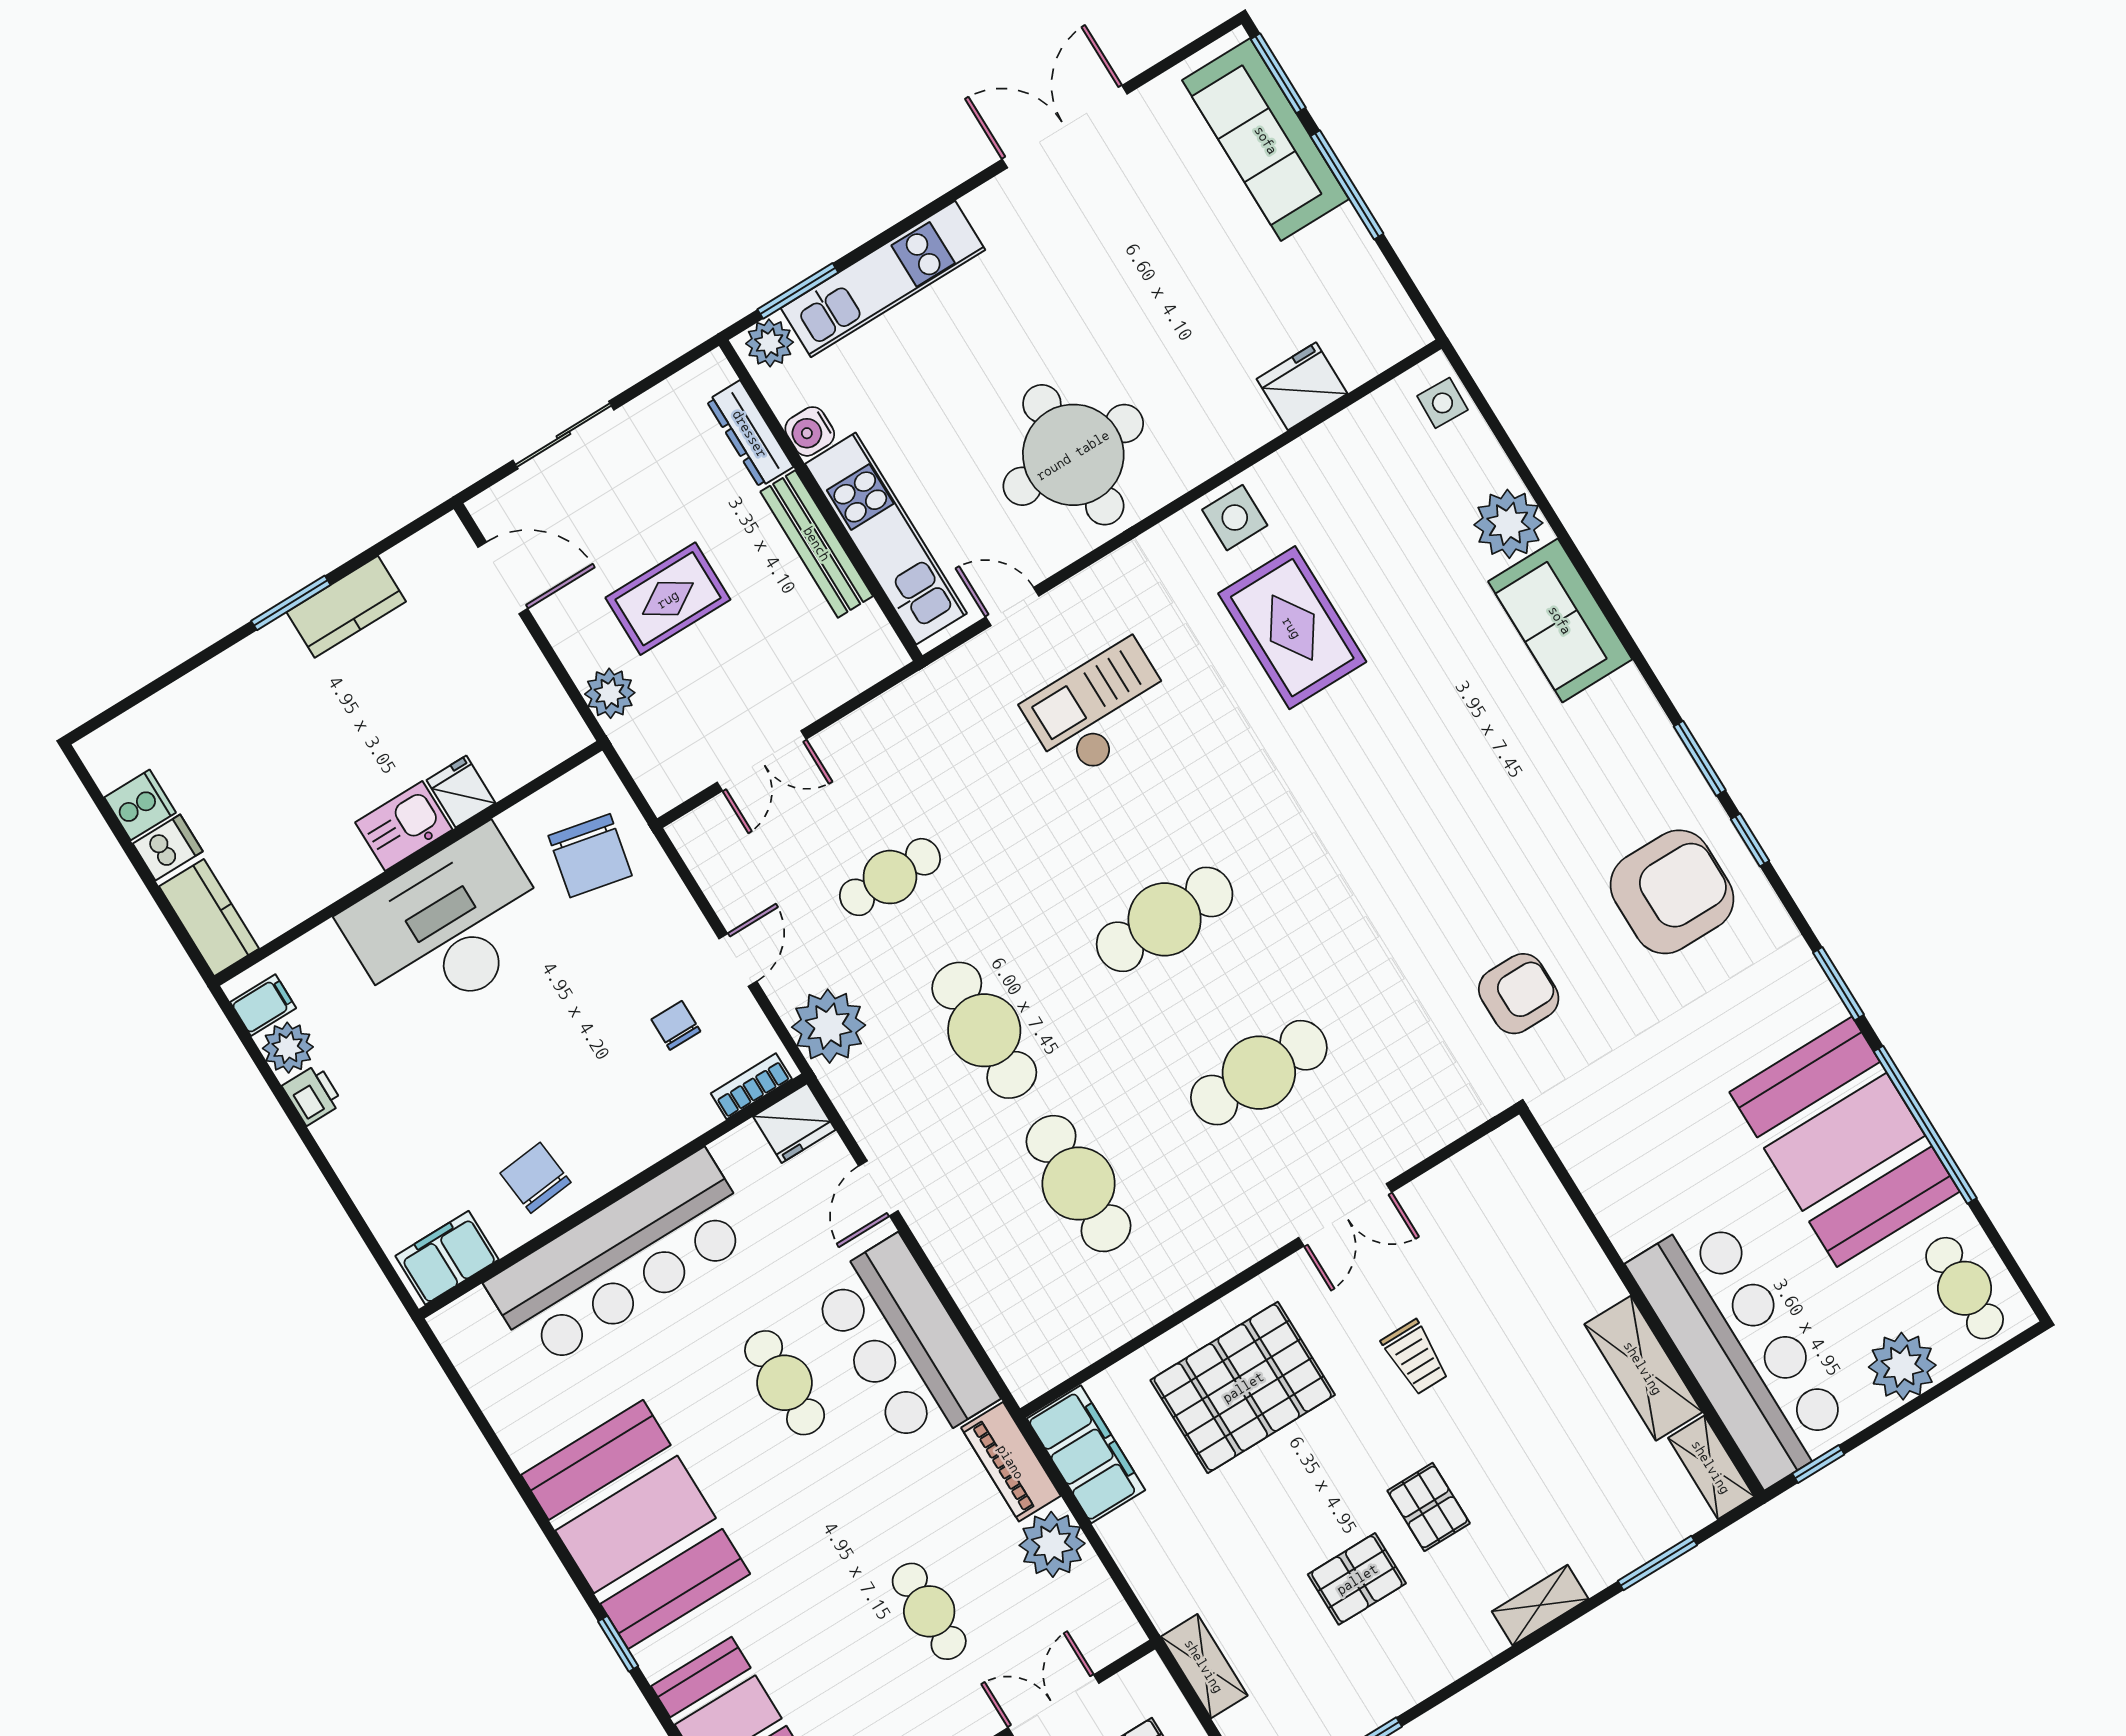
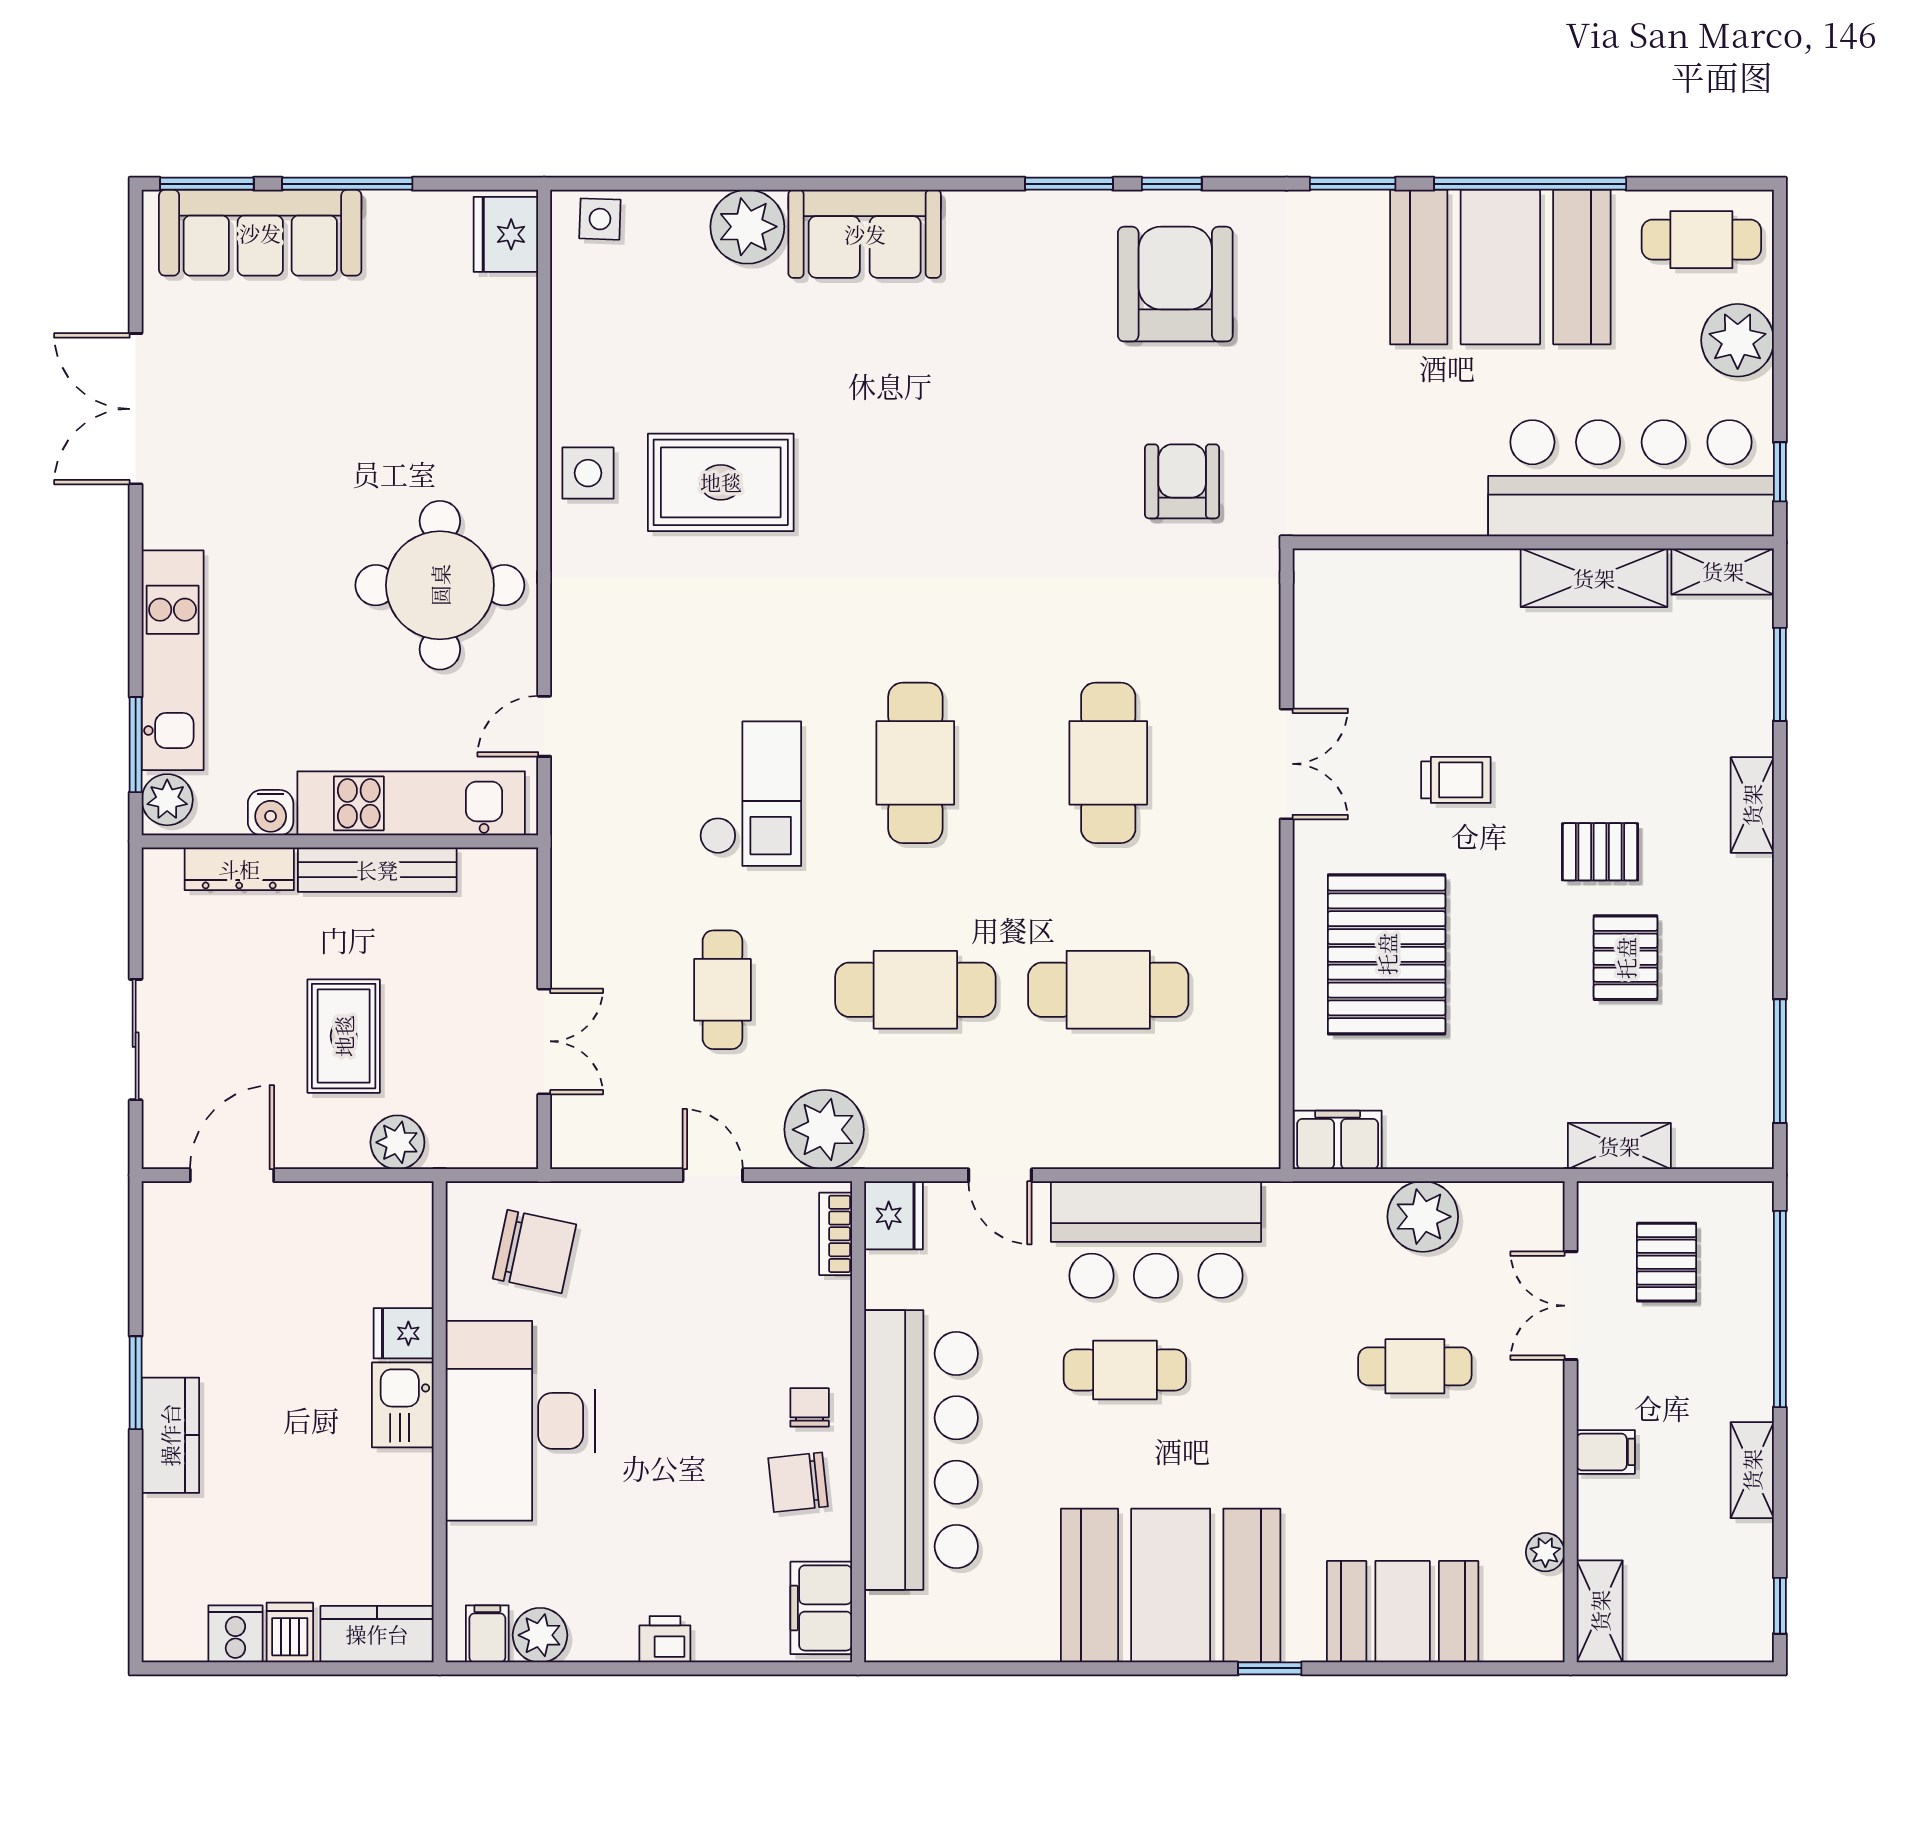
fridge: (1302, 386) -> (506, 234), moved
kitchen counter: (346, 607) -> (170, 1435), moved
checkout: (1100, 710) -> (750, 794), moved, turned 180
chair: (676, 1025) -> (810, 1407), moved, turned 90
printer: (312, 1095) -> (665, 1639), moved
filing cabinet: (1086, 1454) -> (1338, 1140), width x0.67, depth x0.86
piano: (1011, 1462) -> (1324, 1208), removed

